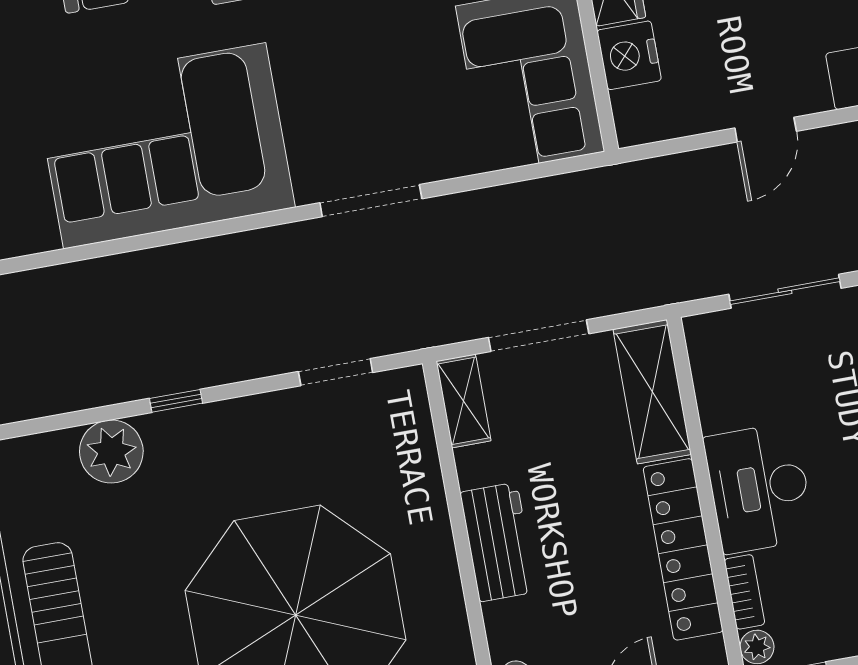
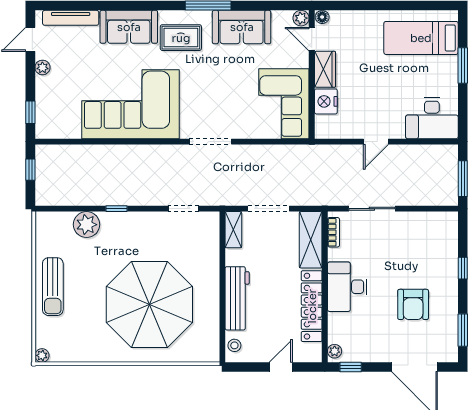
workbench: (498, 542) -> (237, 298), width x1.37
bookcase: (744, 592) -> (334, 232), moved

